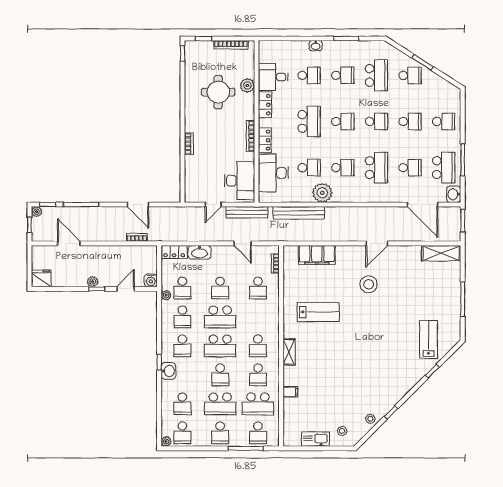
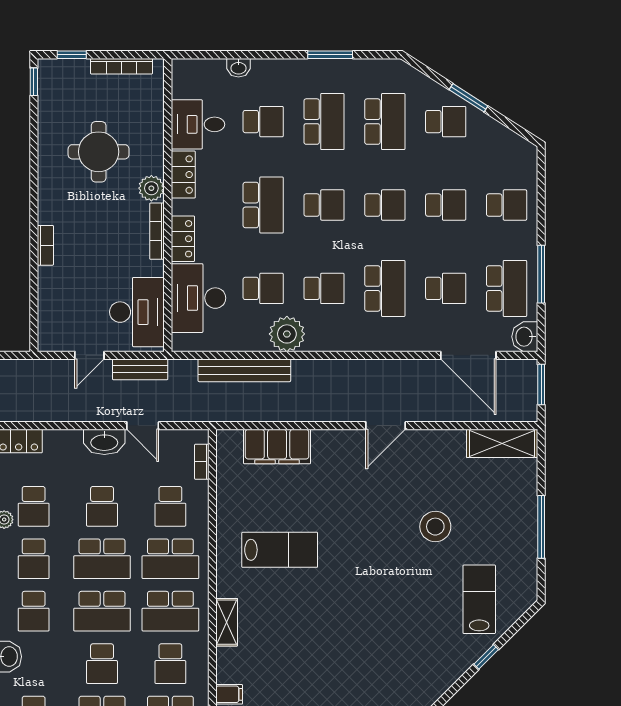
washbasin: (316, 46) -> (238, 68), moved
school desk: (343, 75) -> (324, 122), width x1.85
plant: (247, 85) -> (151, 188), moved
bench: (247, 212) -> (140, 369), width x0.73
washbasin: (200, 252) -> (104, 442), moved
stool: (369, 284) -> (435, 527), moved
school desk: (258, 317) -> (170, 559), added
school desk: (258, 346) -> (170, 611), width x1.85

